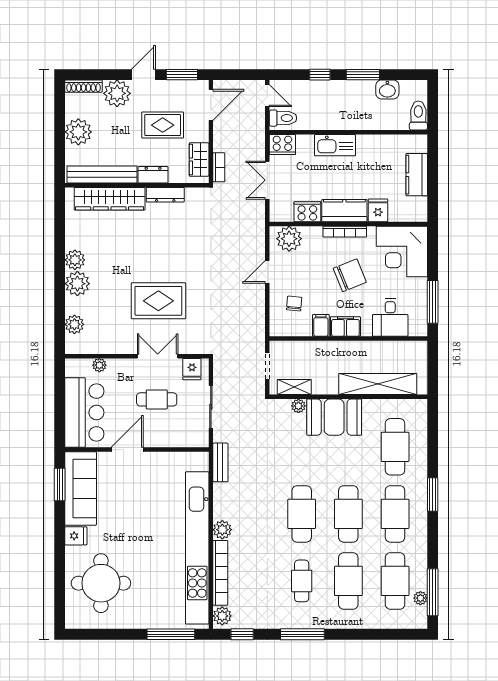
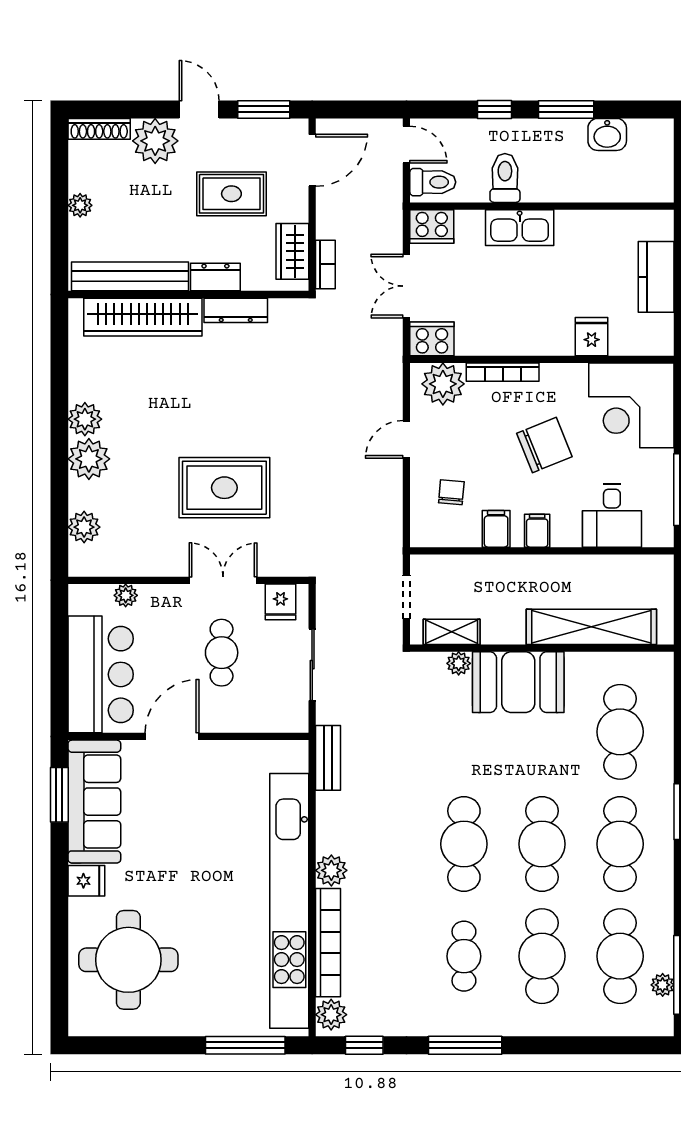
door: (143, 75) -> (199, 109), hinge flipped
toilet: (418, 116) -> (505, 178), moved
plant: (78, 132) -> (80, 205), width x0.53, depth x0.53
kitchen counter: (344, 211) -> (535, 337), removed
cooker: (307, 212) -> (432, 339), moved
bookcase: (345, 232) -> (503, 372), moved
filing cabinet: (345, 327) -> (537, 531), width x0.50
cafe table: (157, 399) -> (222, 653), turned 90

